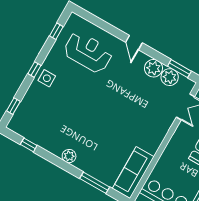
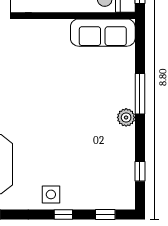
window: (34, 70) -> (63, 215), moved
window: (95, 183) -> (140, 94), moved

